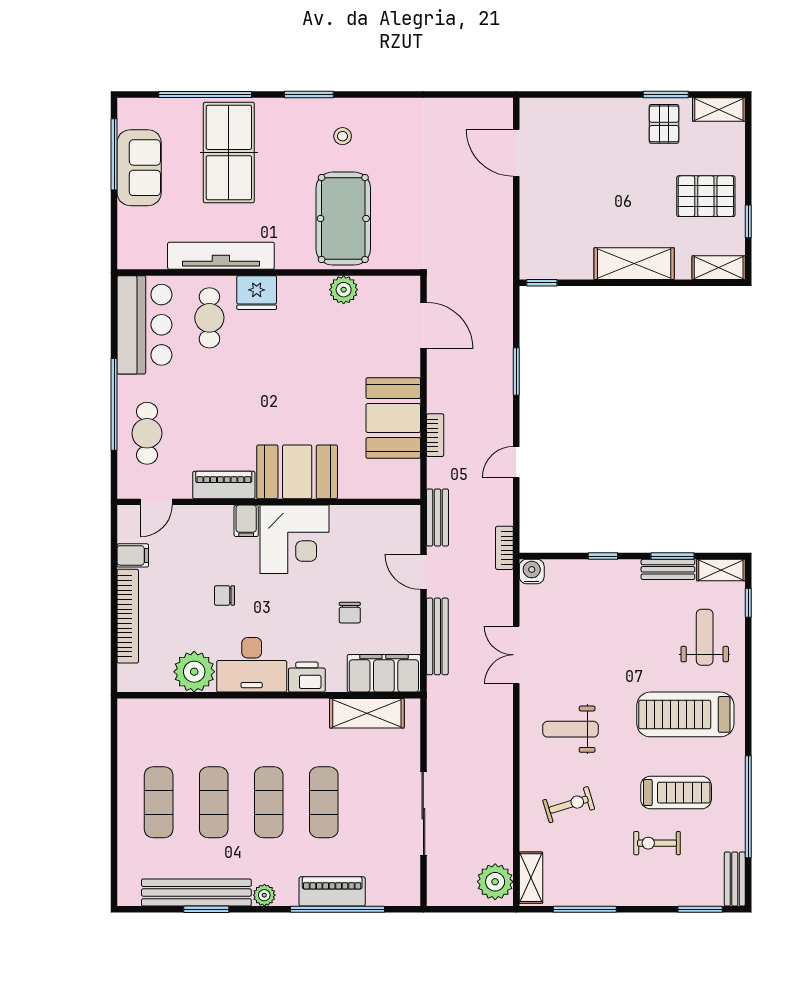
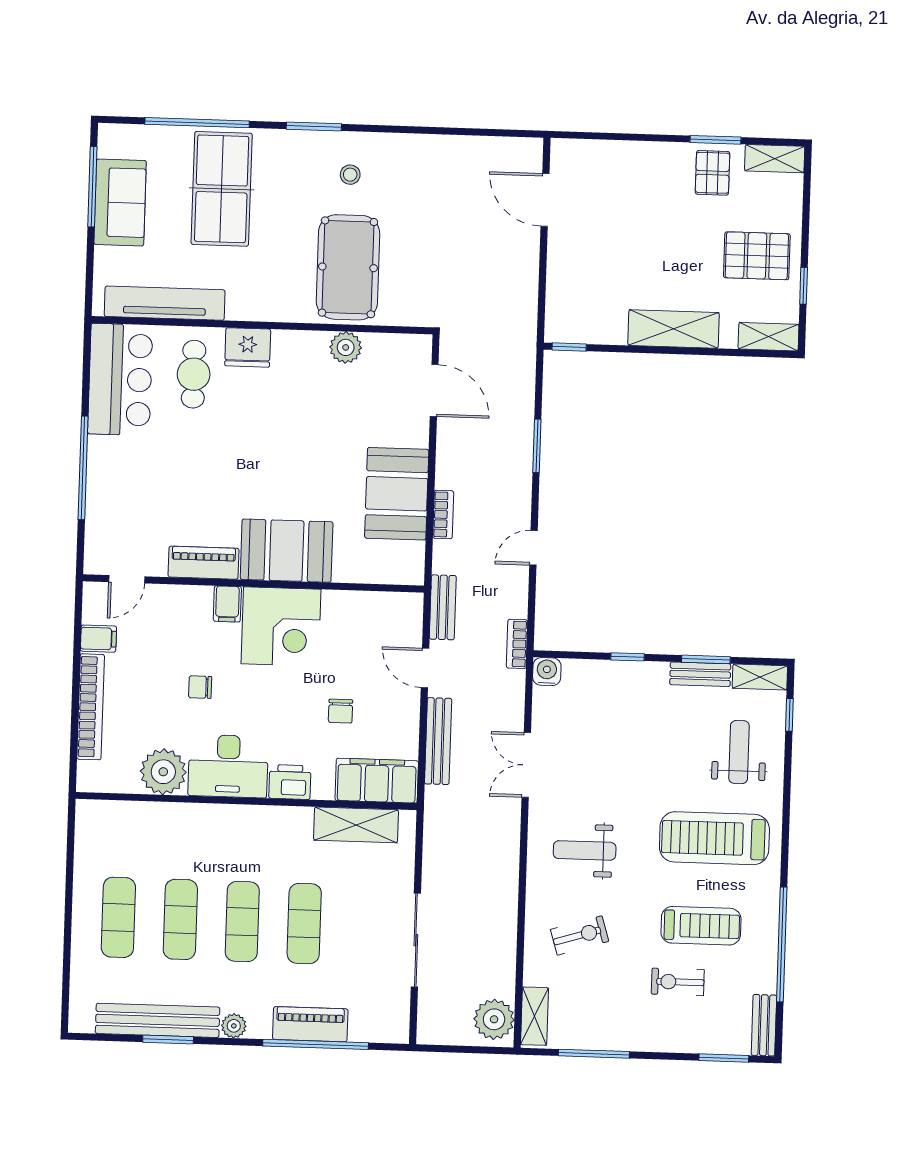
tv unit: (221, 256) -> (165, 303), moved
cafe table: (147, 433) -> (119, 502), removed

